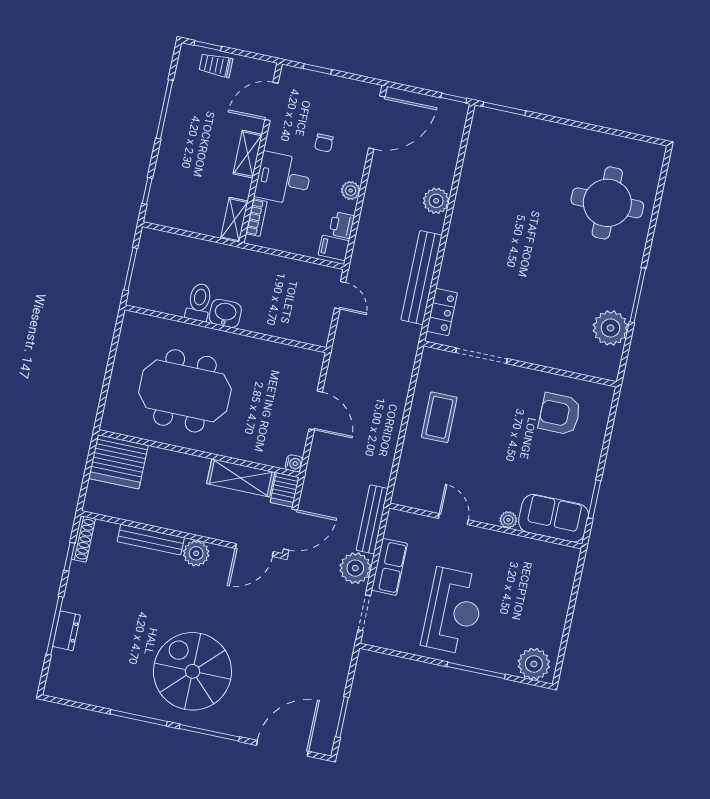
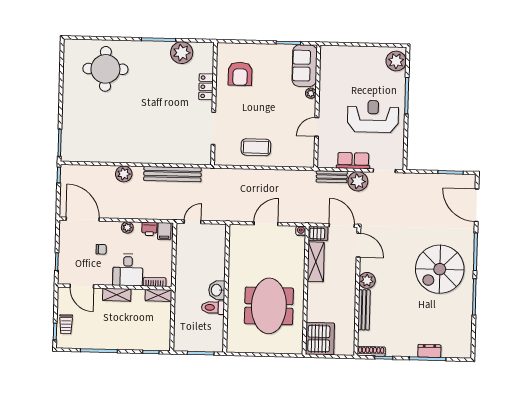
locker: (442, 312) -> (206, 87), moved, turned -90
bench: (372, 519) -> (332, 177), width x0.73

